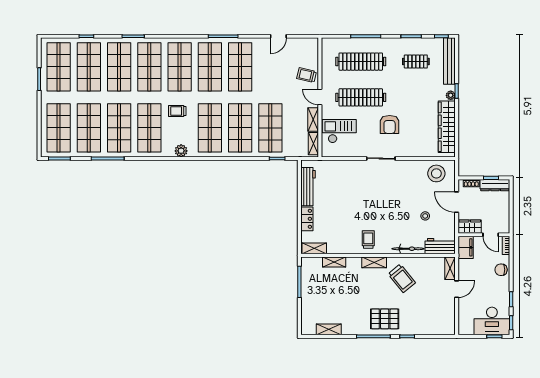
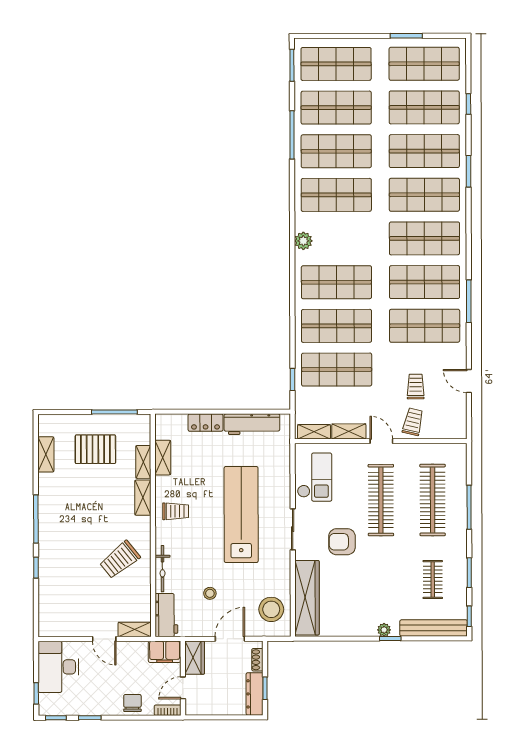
door: (320, 97) -> (381, 441), hinge flipped
trolley: (177, 111) -> (416, 387), moved
wardrobe: (447, 127) -> (307, 598), moved, turned 90
checkout: (339, 131) -> (315, 477), moved
lab bench: (371, 194) -> (241, 515), added
shelving: (314, 248) -> (163, 458), moved
shelving: (374, 262) -> (143, 498), moved
pallet: (385, 319) -> (95, 449), moved, turned 90
desk: (492, 321) -> (58, 667), moved

